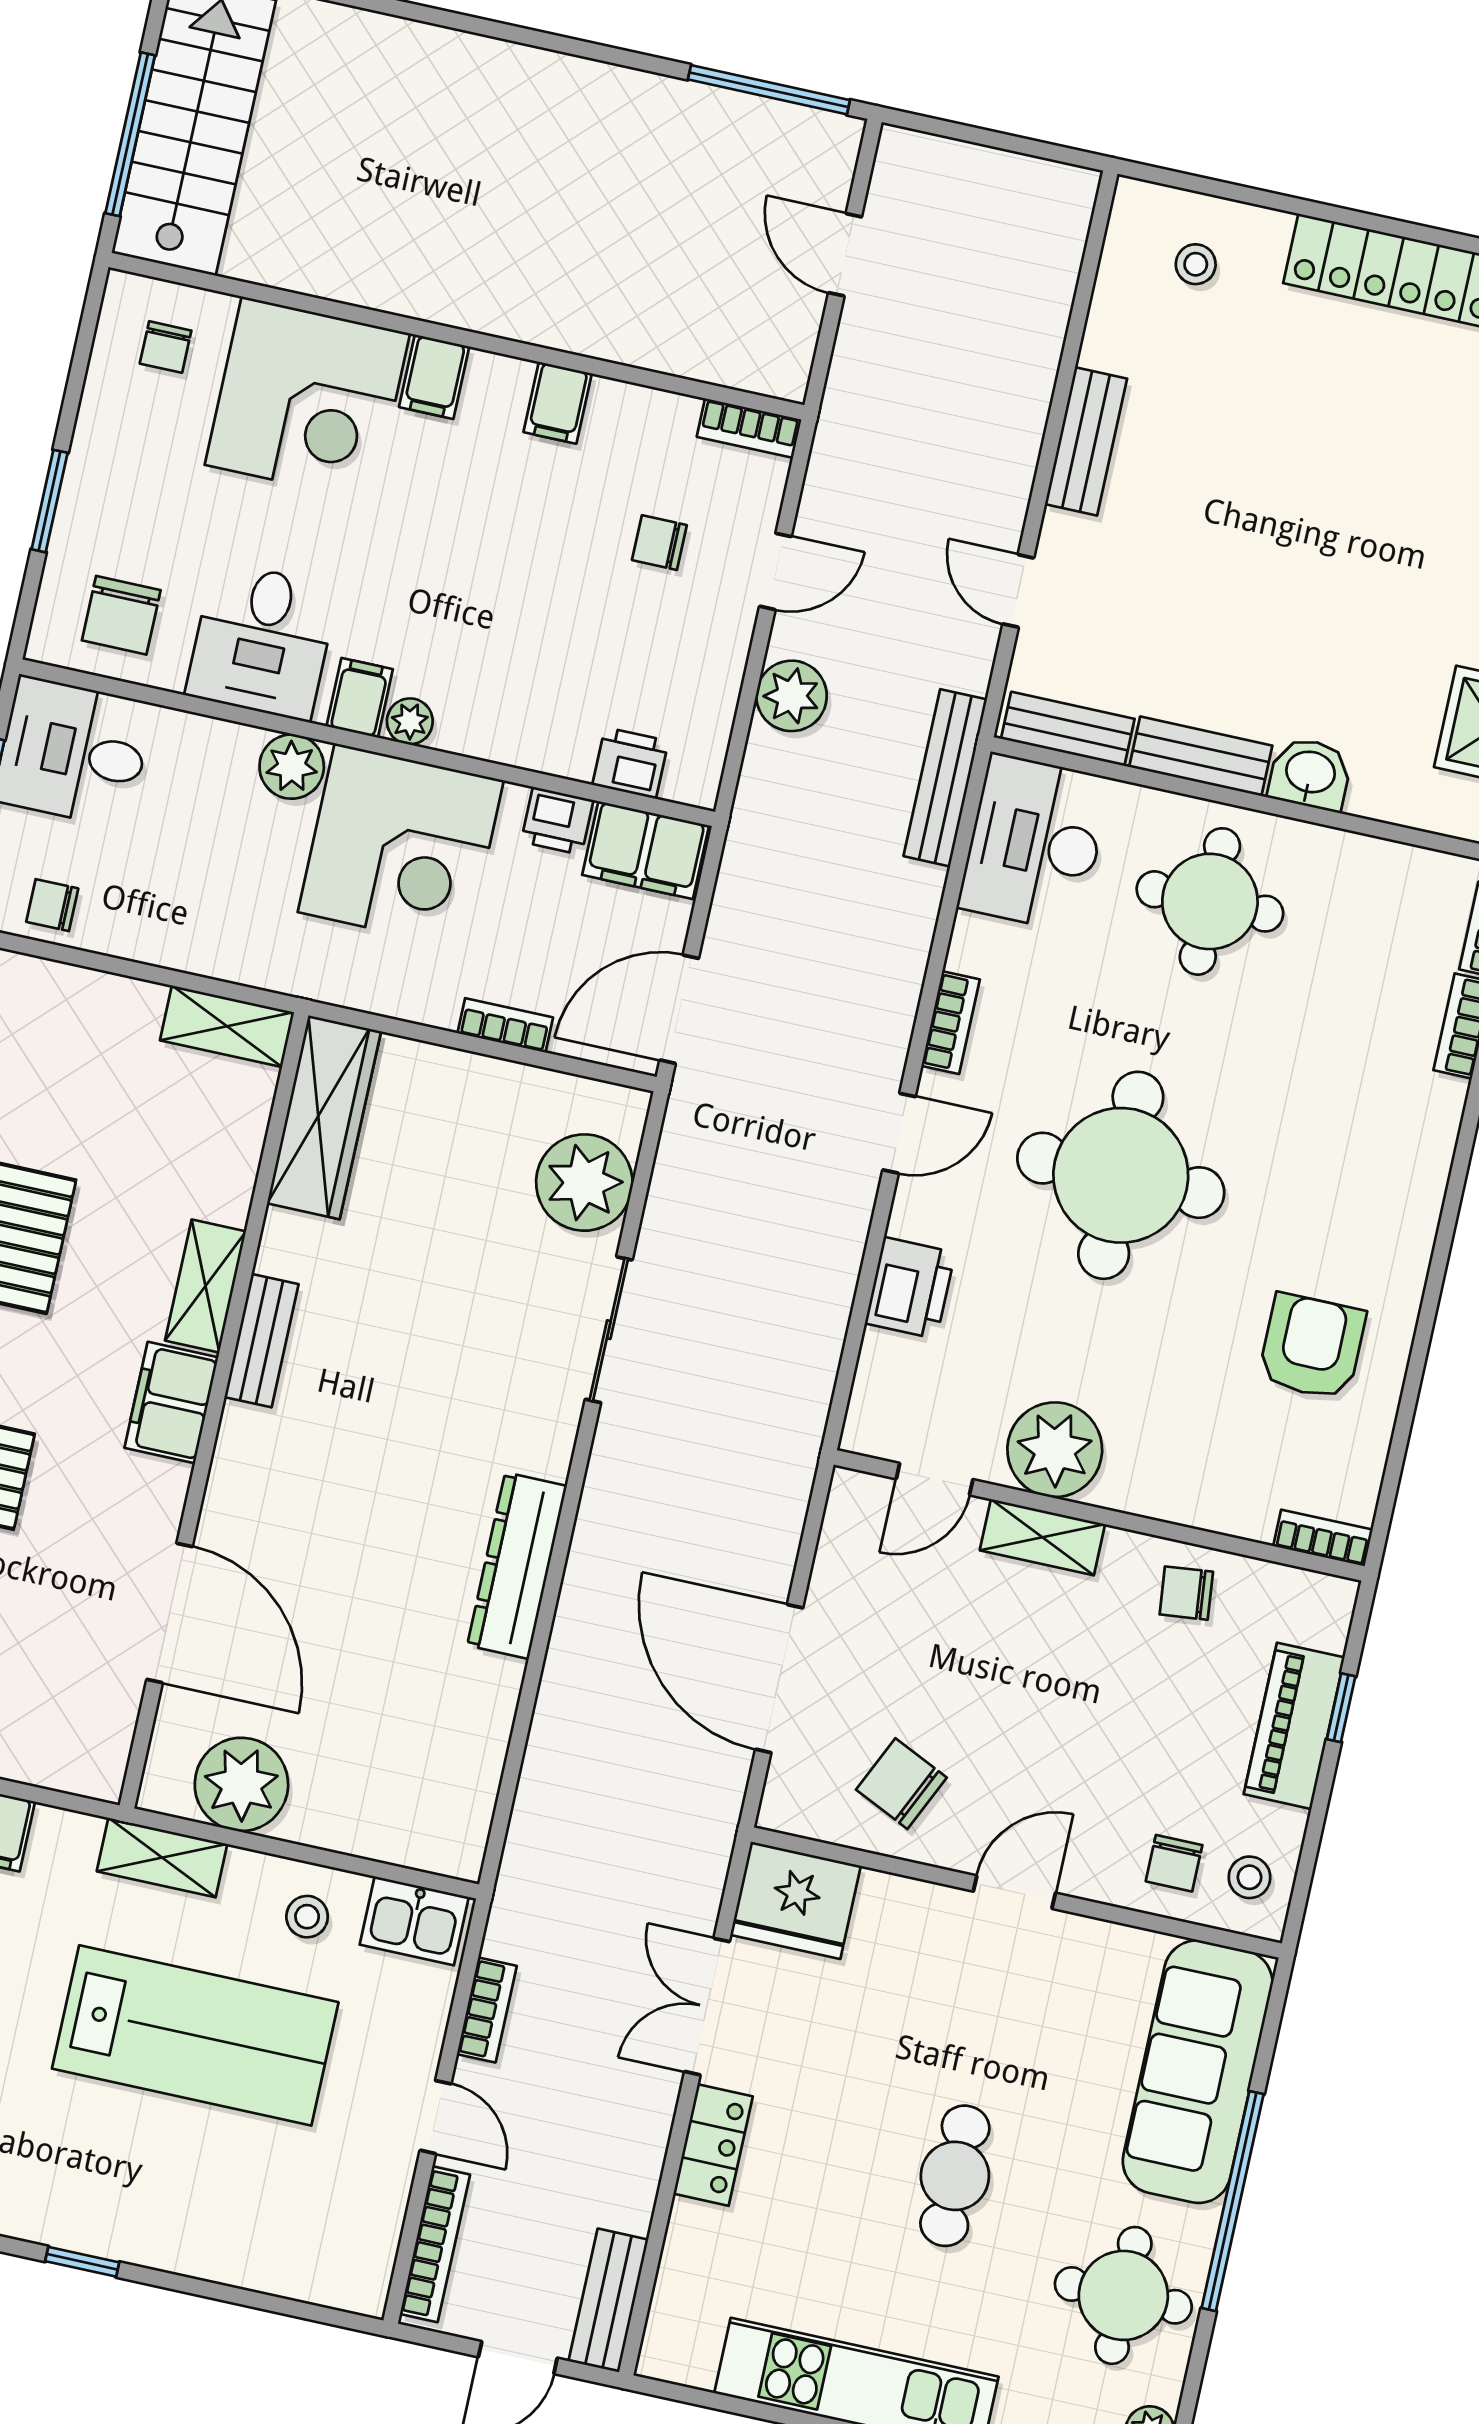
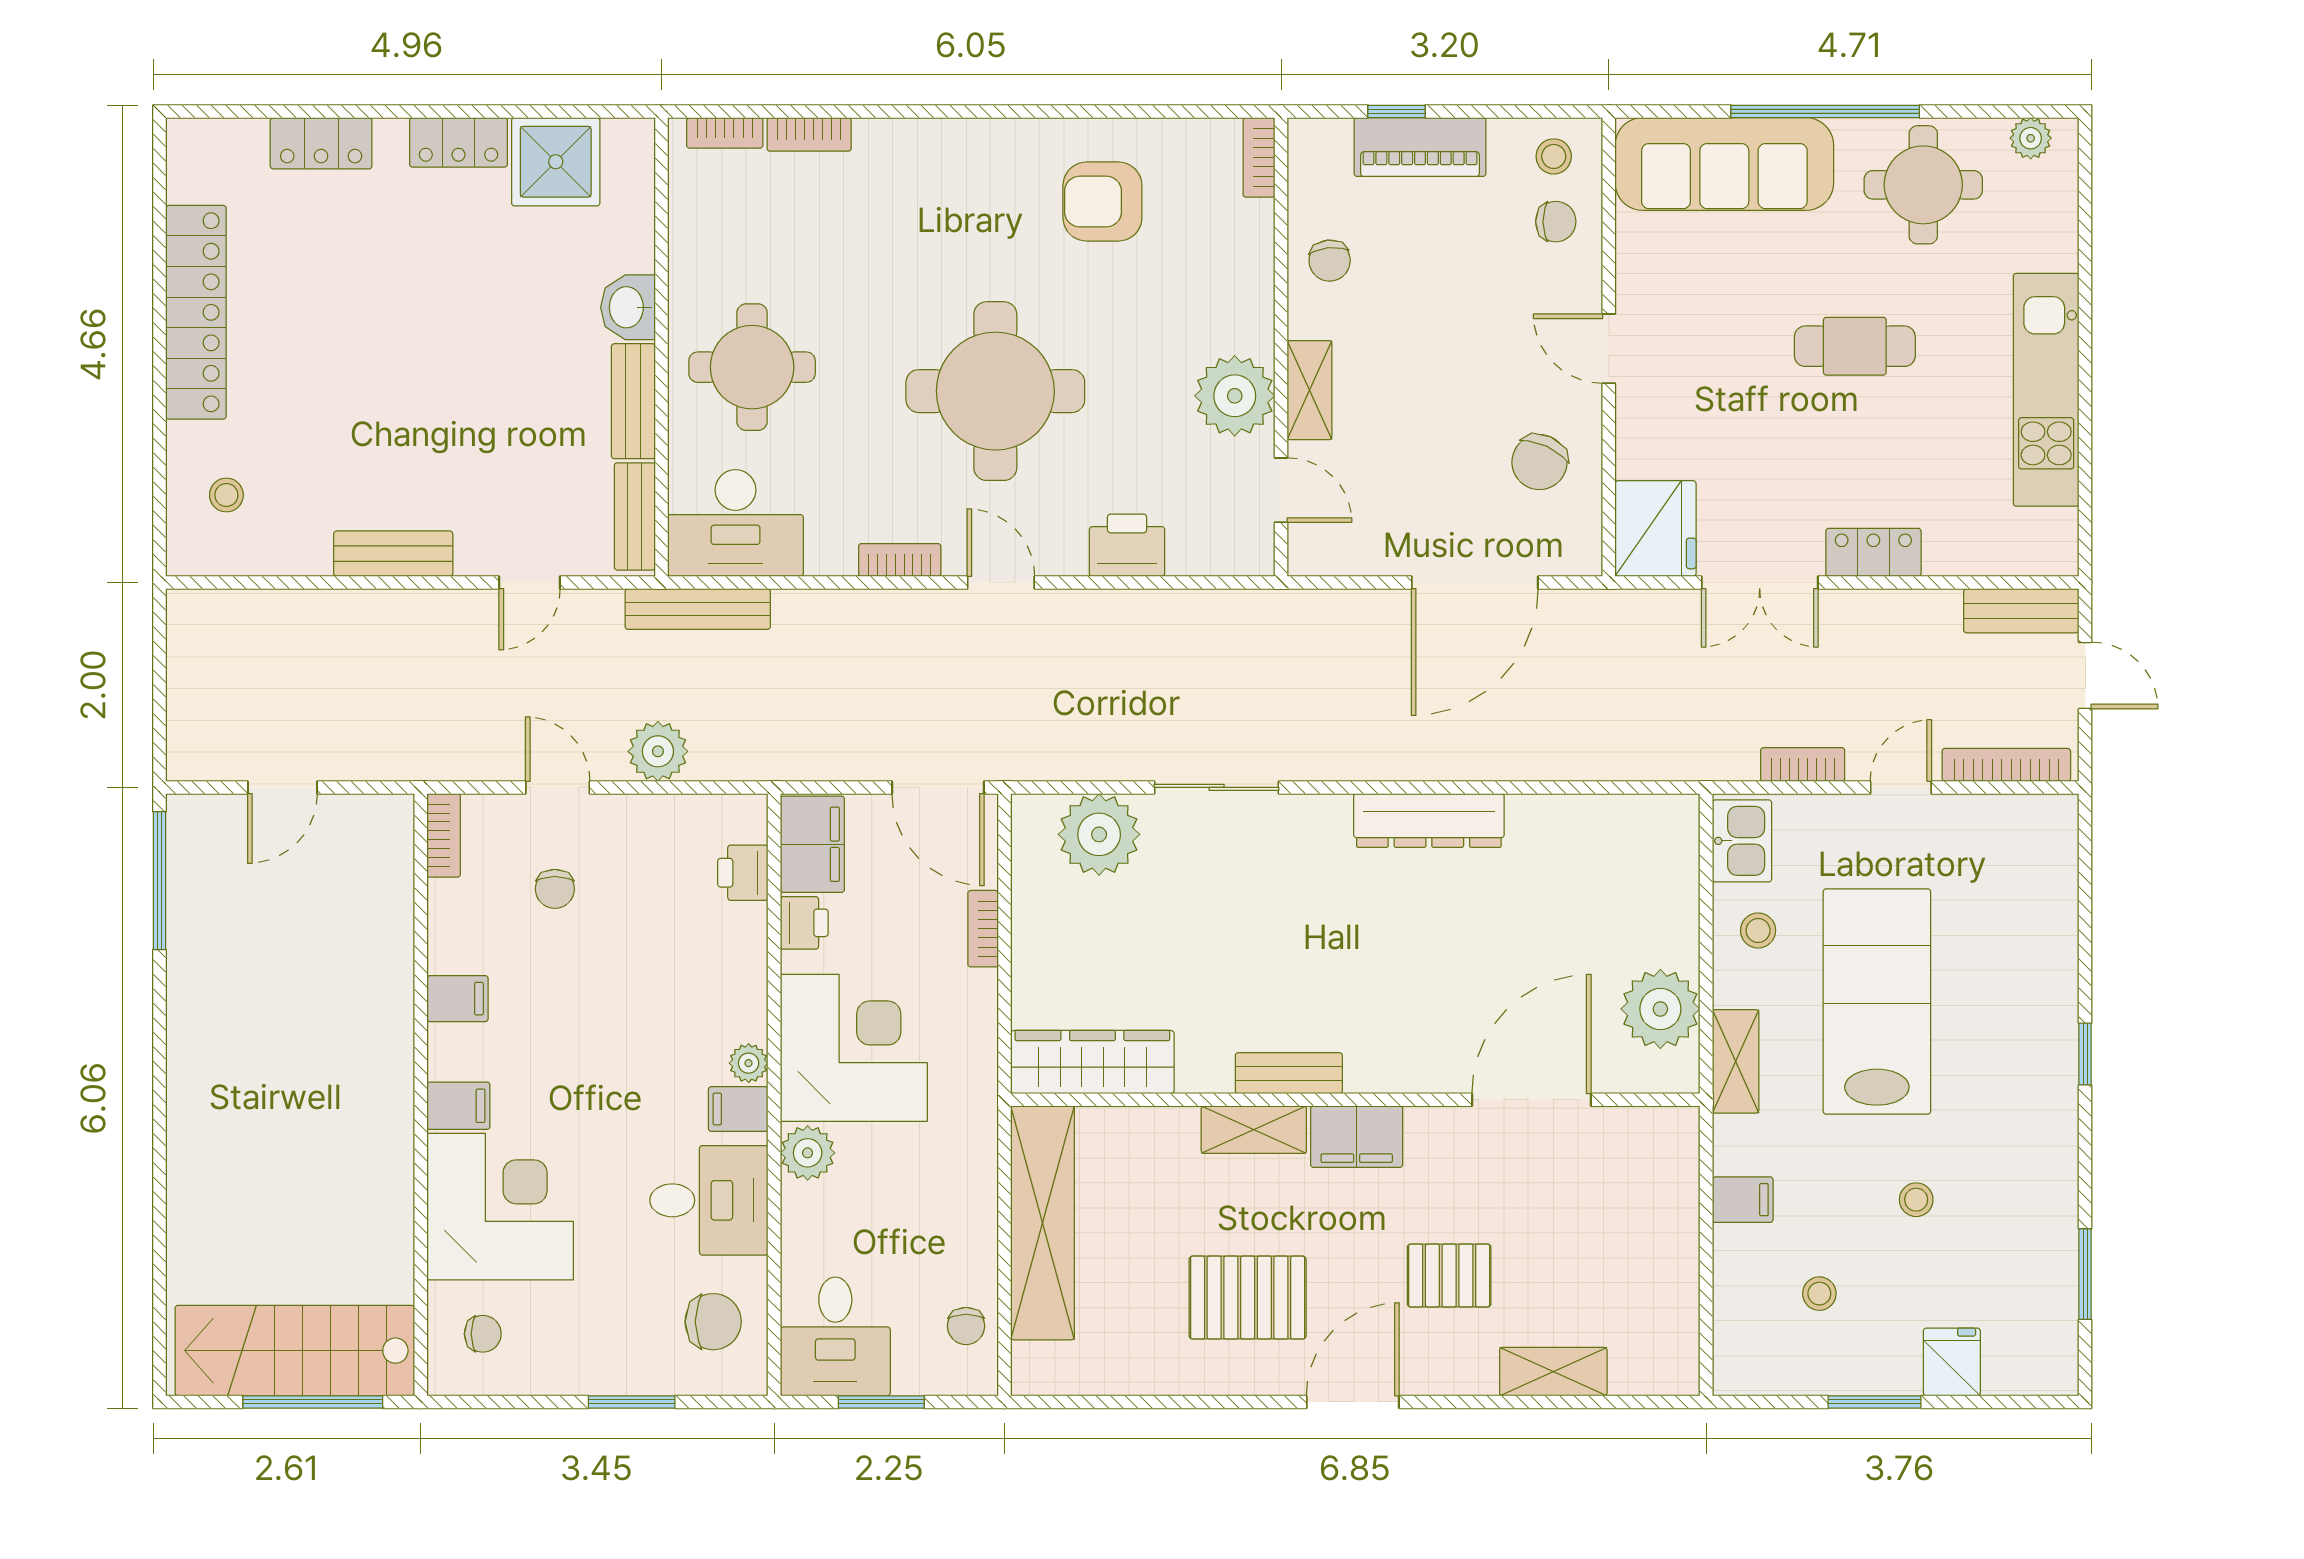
shelving: (227, 1026) -> (1043, 1223), width x2.20, depth x1.33

